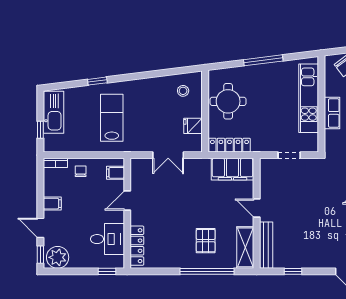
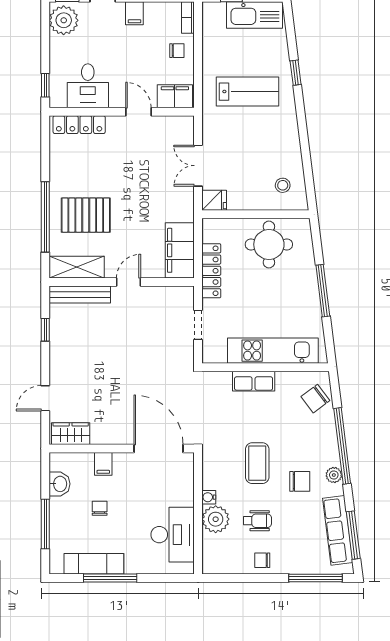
fridge: (193, 126) -> (214, 200), moved, turned 90
locker: (229, 145) -> (211, 271), moved
filing cabinet: (115, 173) -> (175, 96), width x2.00
pallet: (206, 241) -> (86, 215), width x1.50, depth x1.42

